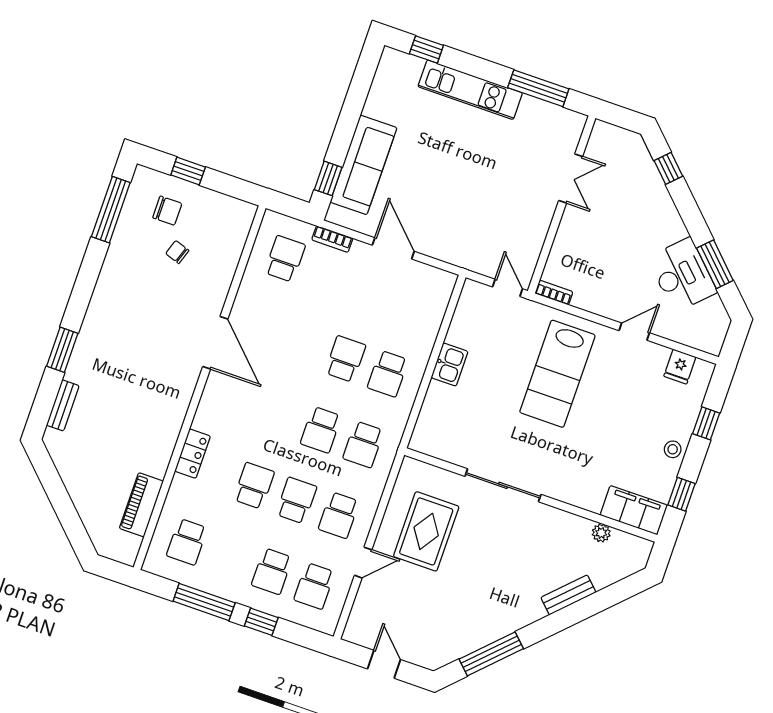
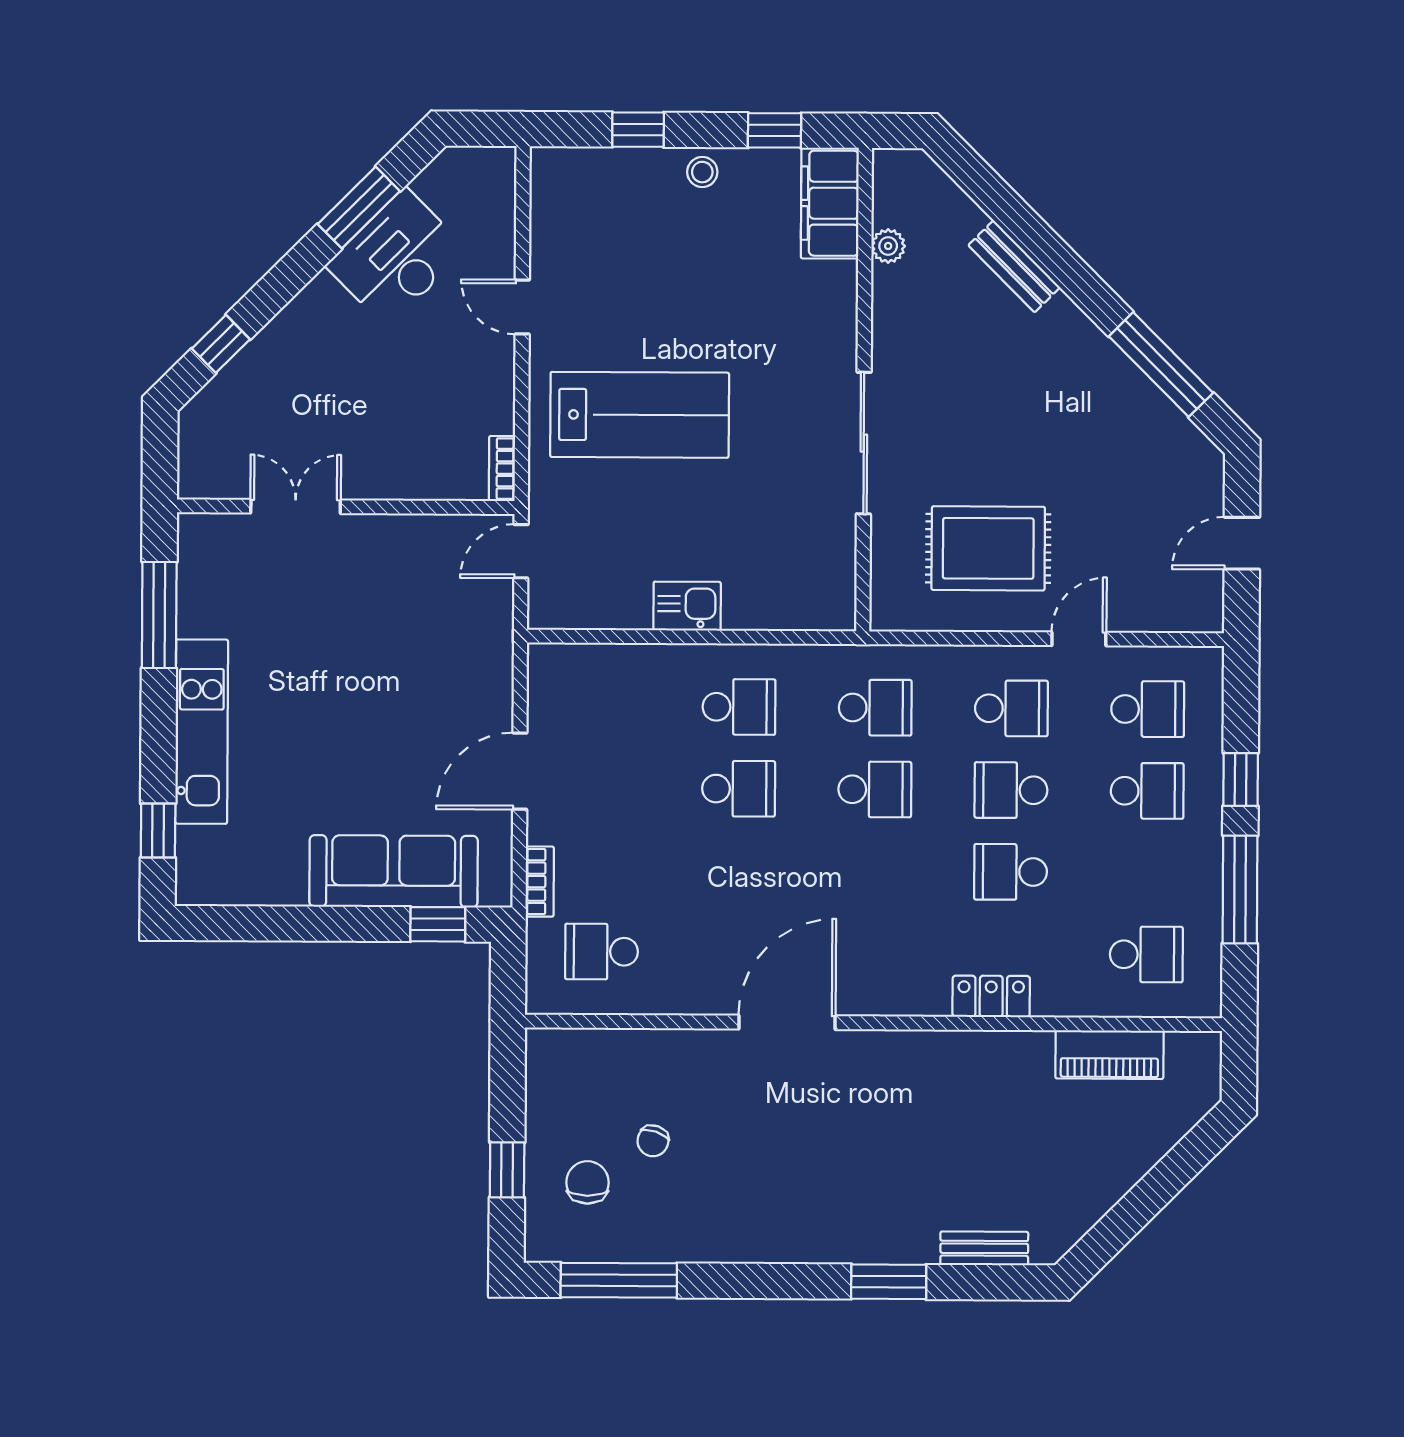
school desk: (345, 359) -> (739, 789), turned 180
fridge: (680, 367) -> (556, 208), removed
door: (363, 563) -> (1079, 639), hinge flipped

